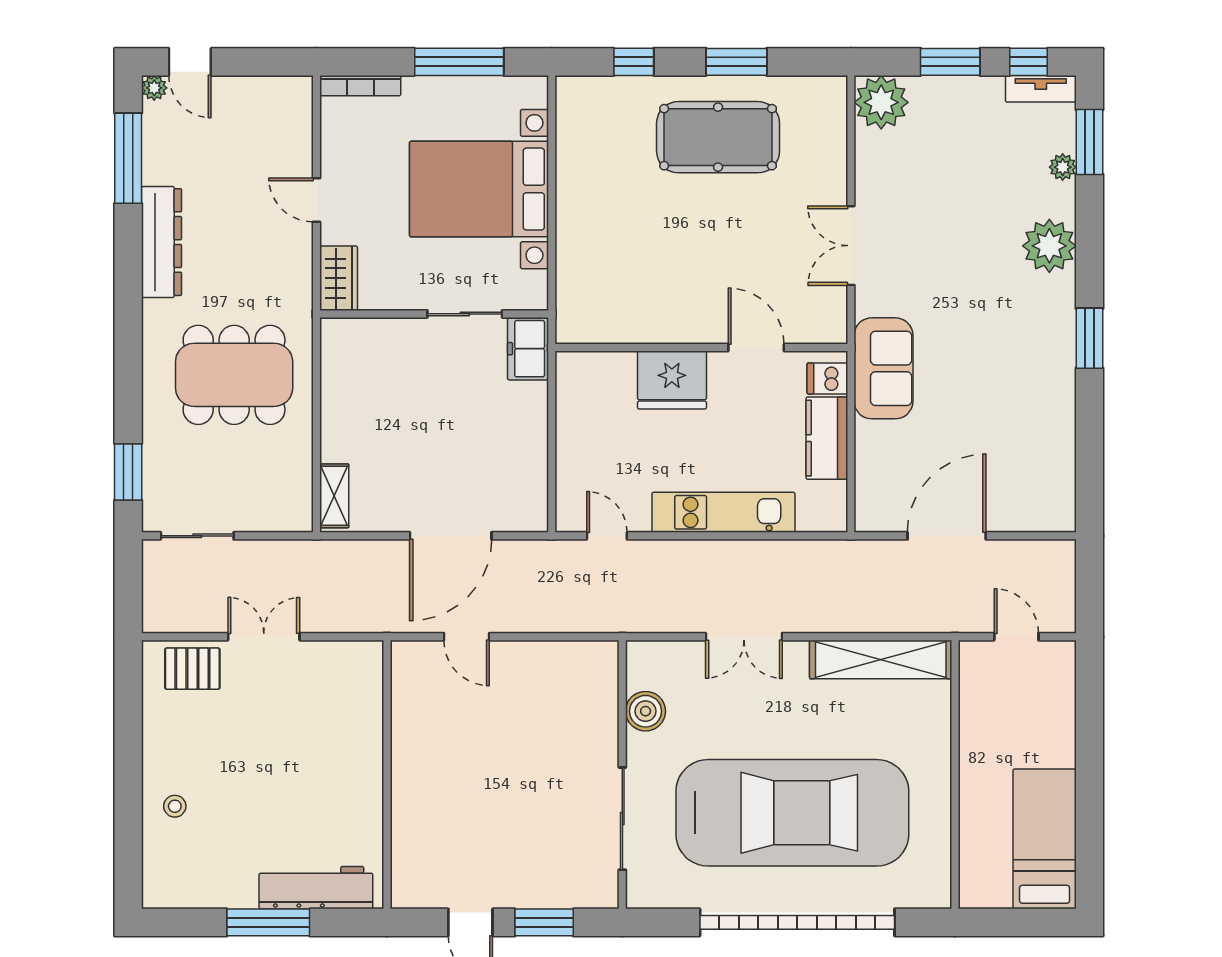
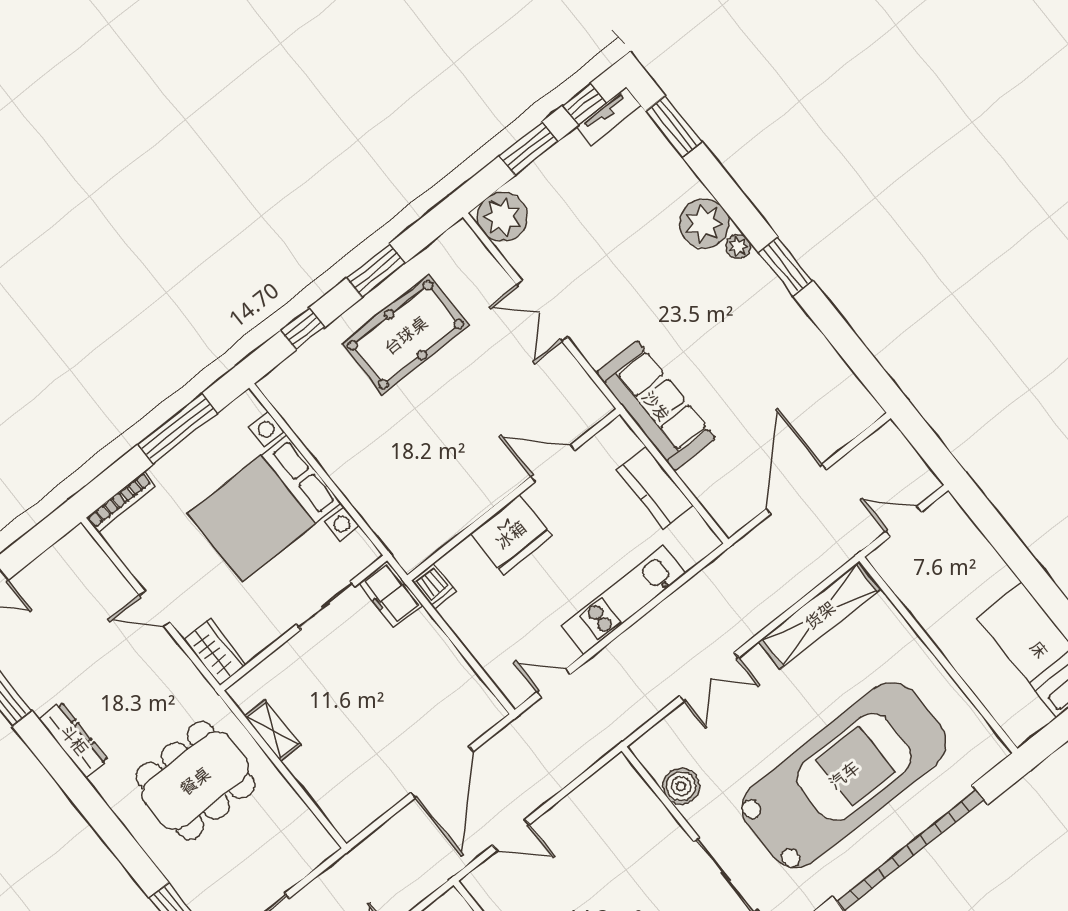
plant: (1063, 167) -> (738, 246), moved
dresser: (161, 242) -> (74, 740), width x0.73, depth x0.80
double door: (851, 246) -> (542, 311), moved
sofa: (884, 368) -> (656, 406), width x1.36
dishwasher: (827, 378) -> (434, 586), moved, turned -90
shelving: (334, 496) -> (273, 731), moved

